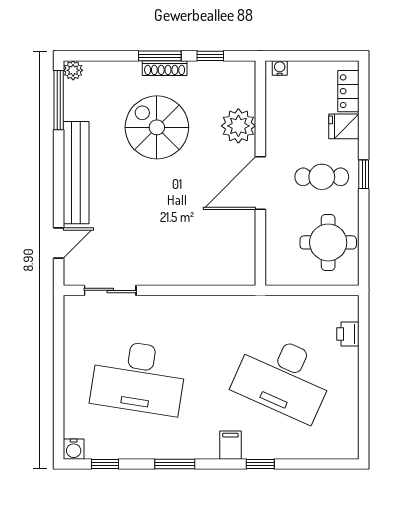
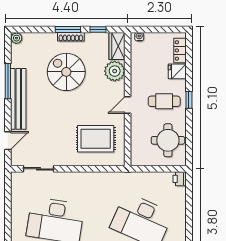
wardrobe: (242, 84) -> (117, 46), added
window: (59, 100) -> (8, 81), moved
door: (260, 183) -> (128, 105), width x0.53
rug: (206, 240) -> (96, 139), added
printer: (348, 334) -> (180, 179), moved

